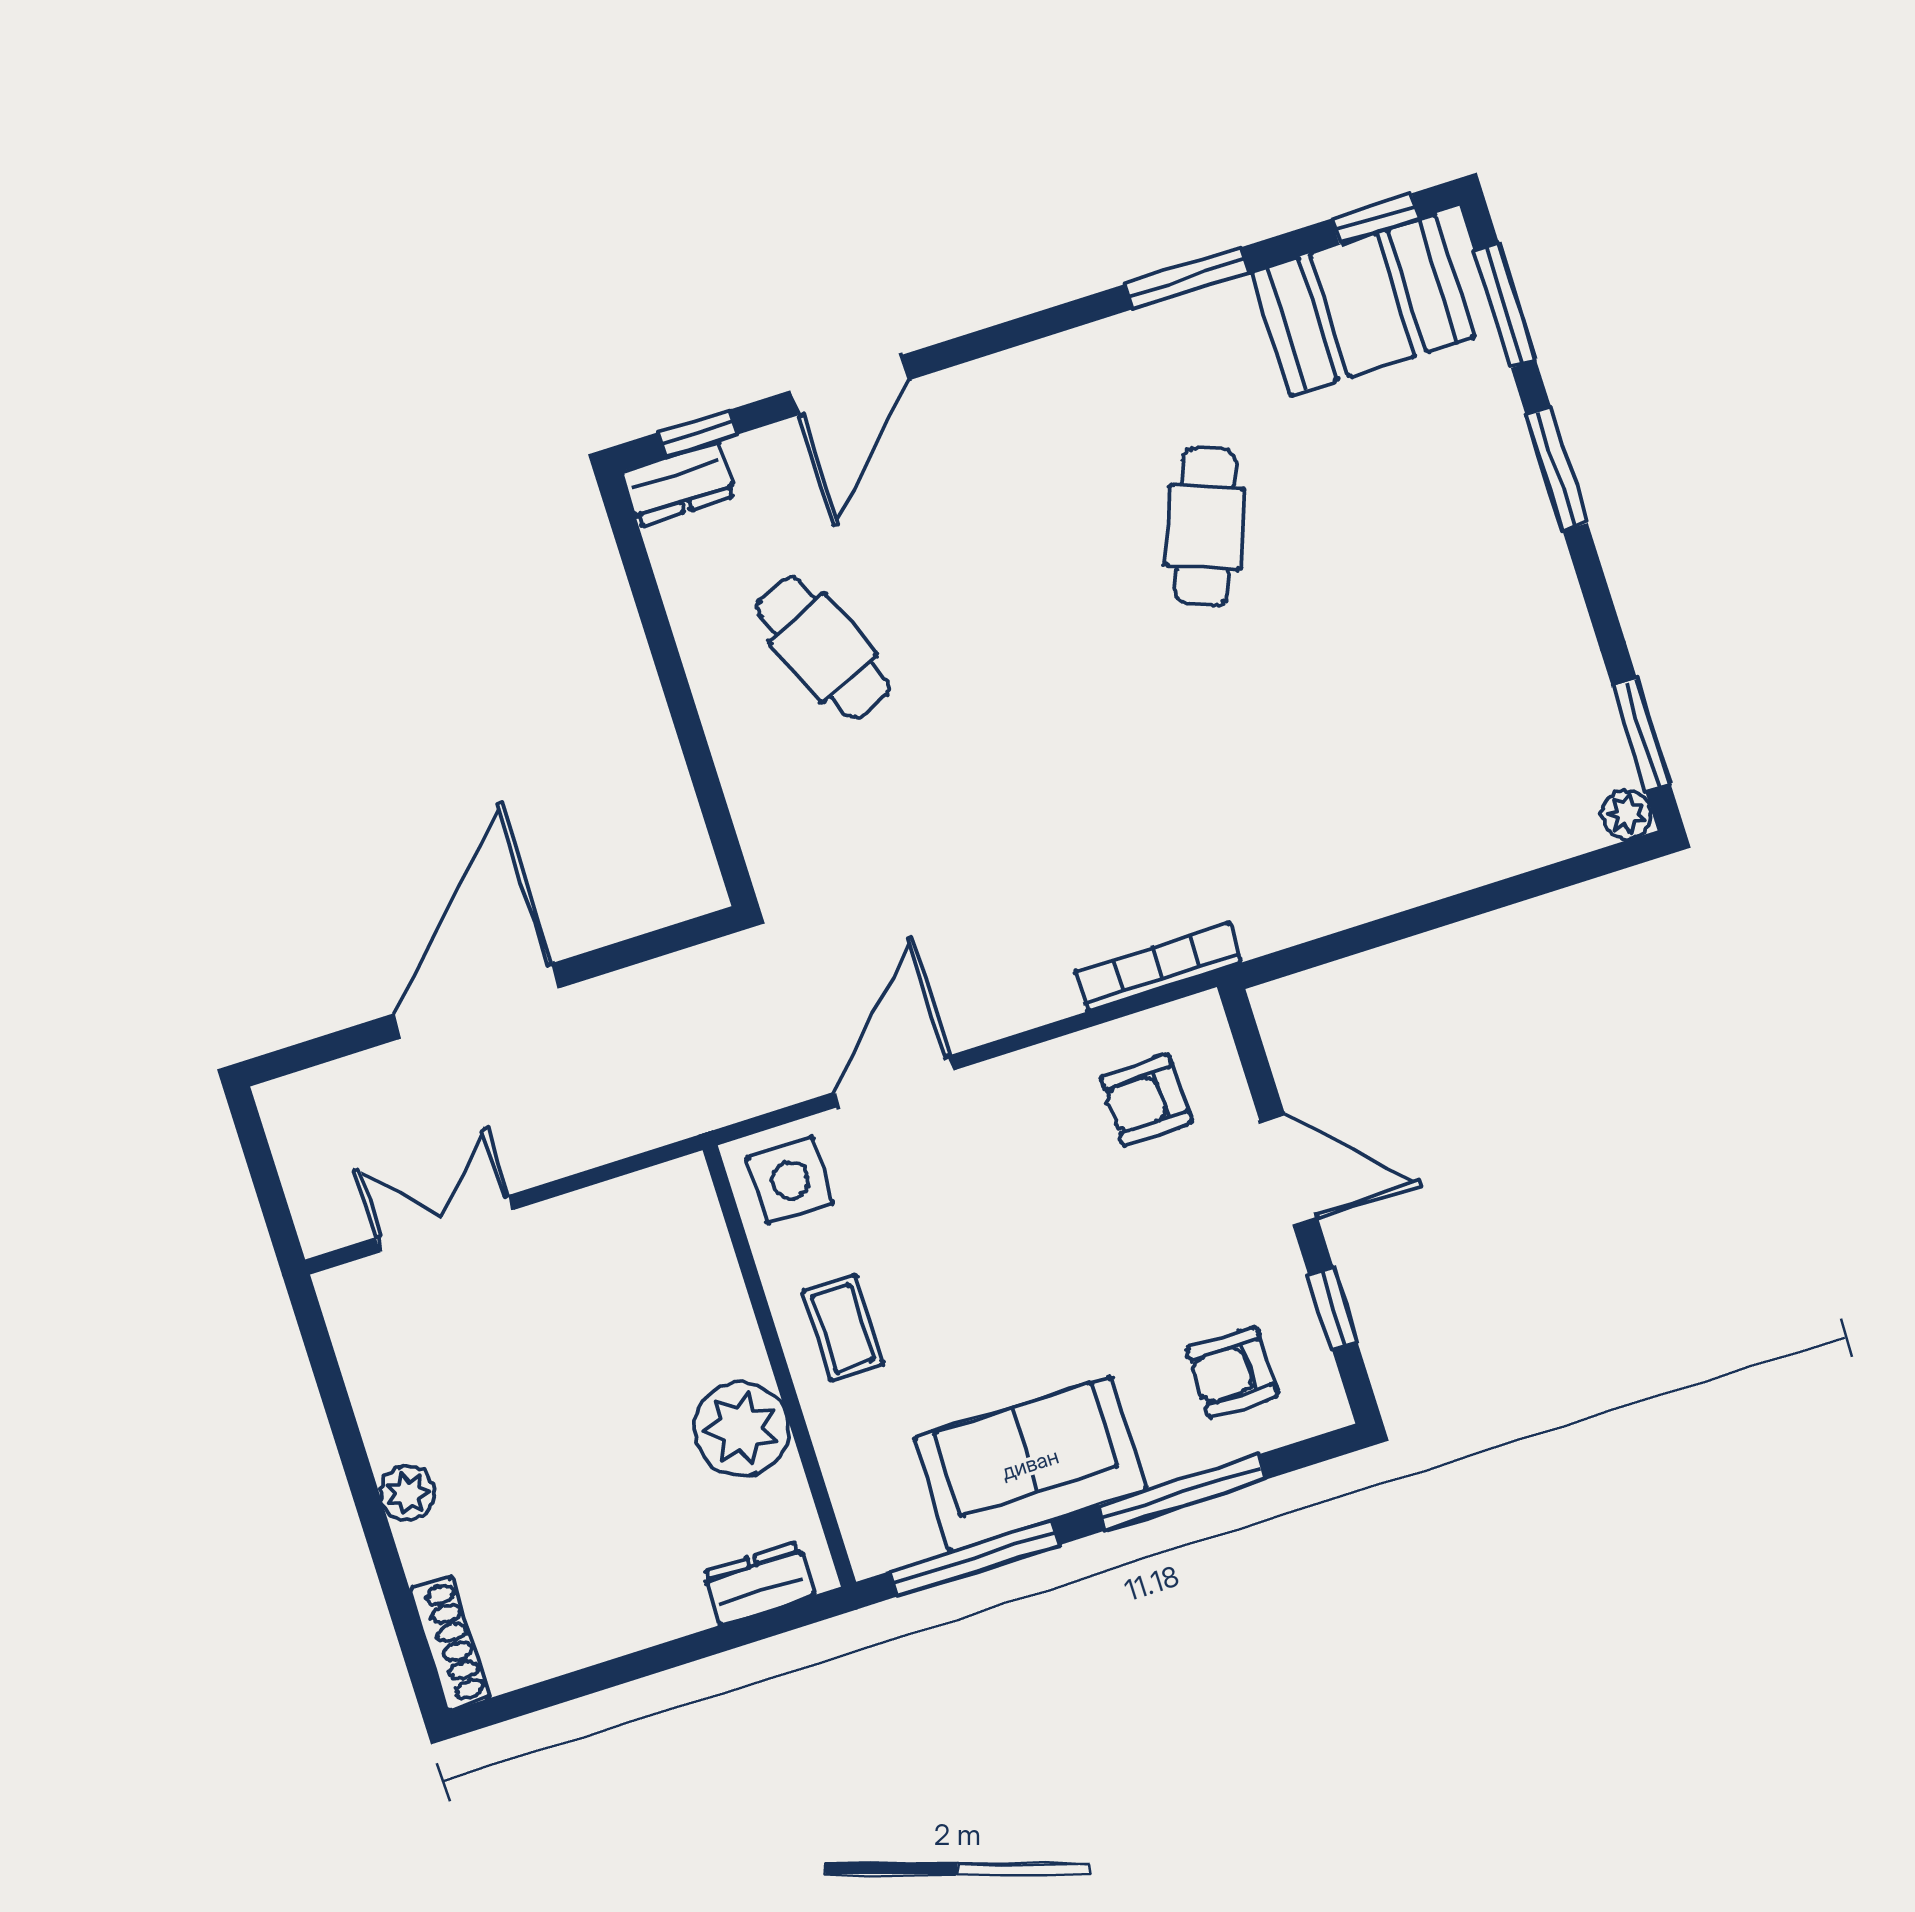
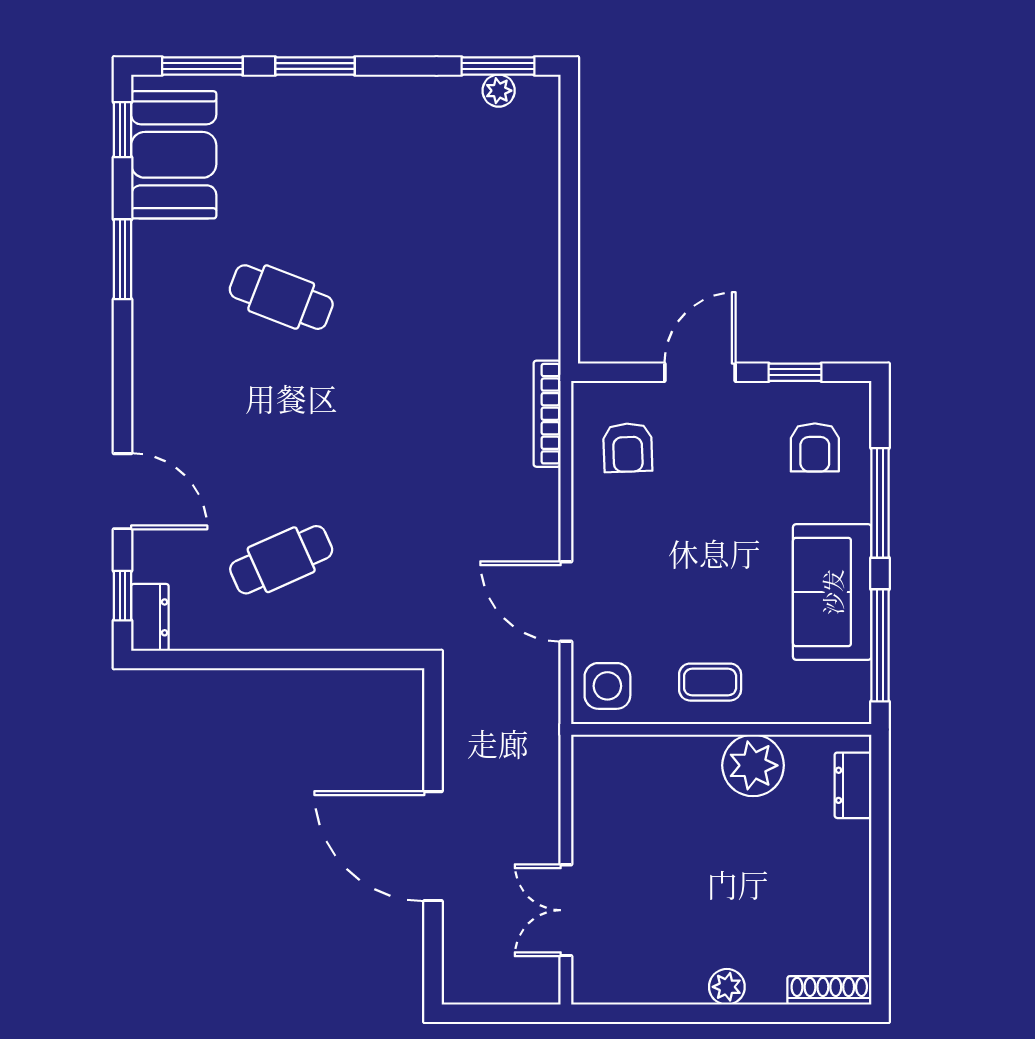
plant: (1627, 815) -> (499, 91), moved

